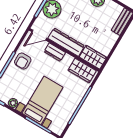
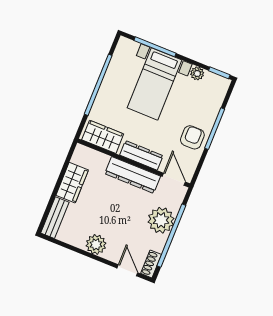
door: (39, 35) -> (174, 179), hinge flipped
dresser: (55, 52) -> (141, 155), width x1.44
wardrobe: (93, 57) -> (72, 183), moved, turned -90

